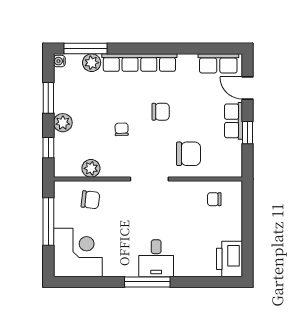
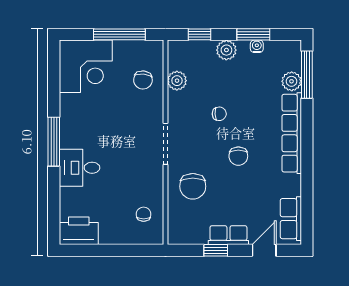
water cooler: (59, 61) -> (257, 46), moved
desk: (156, 258) -> (80, 168), moved

